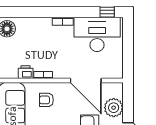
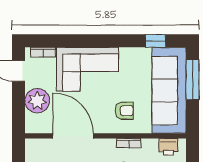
printer: (26, 72) -> (168, 147), moved

